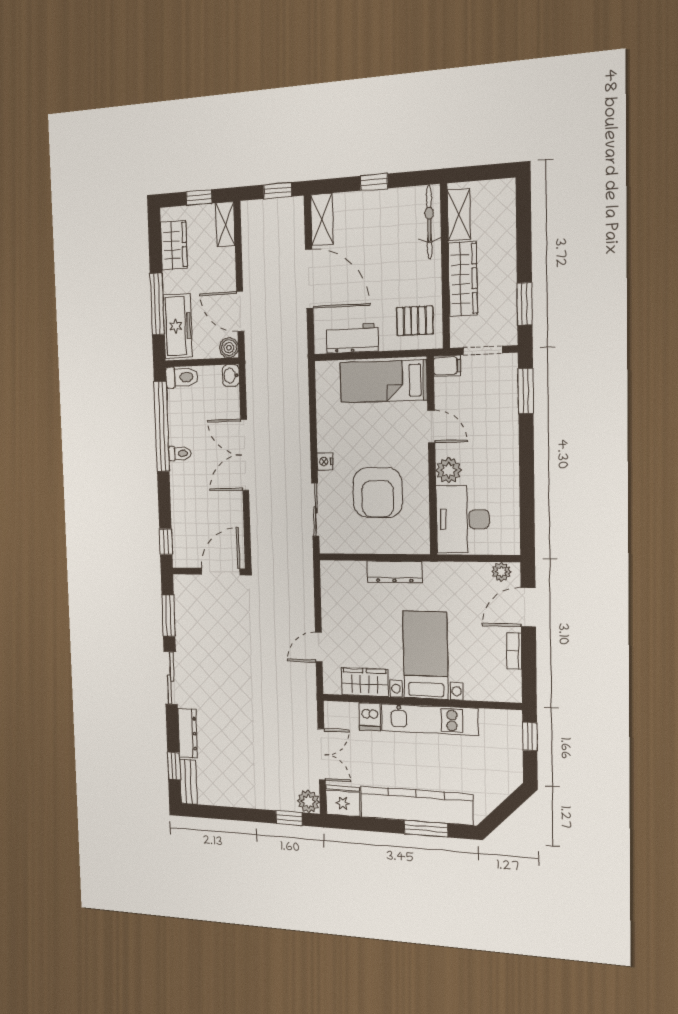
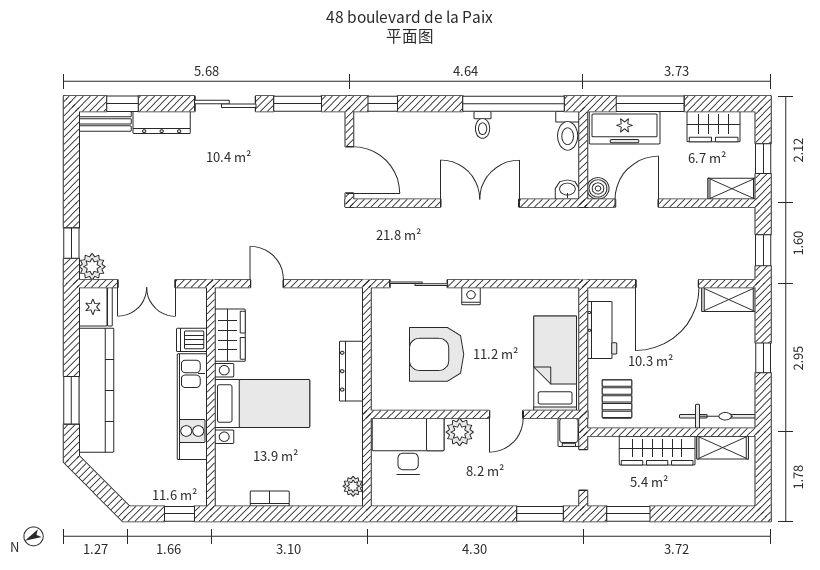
door: (528, 607) -> (316, 514), removed

